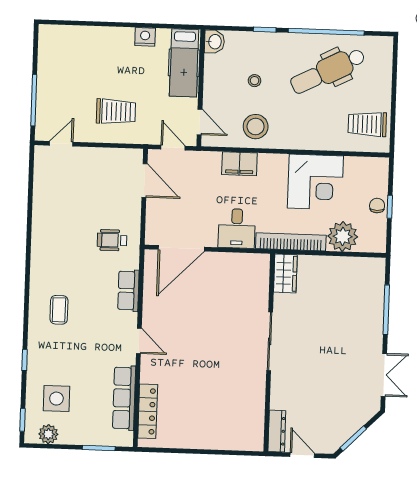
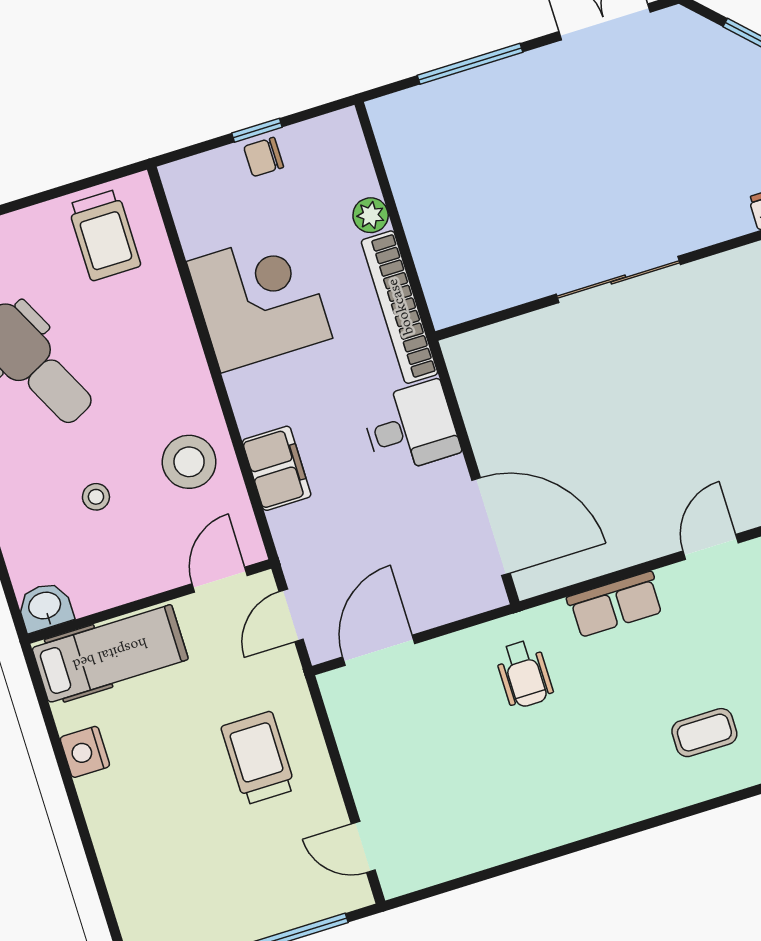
plant: (343, 236) -> (371, 215), width x0.53, depth x0.53
wardrobe: (285, 273) -> (468, 296), removed

